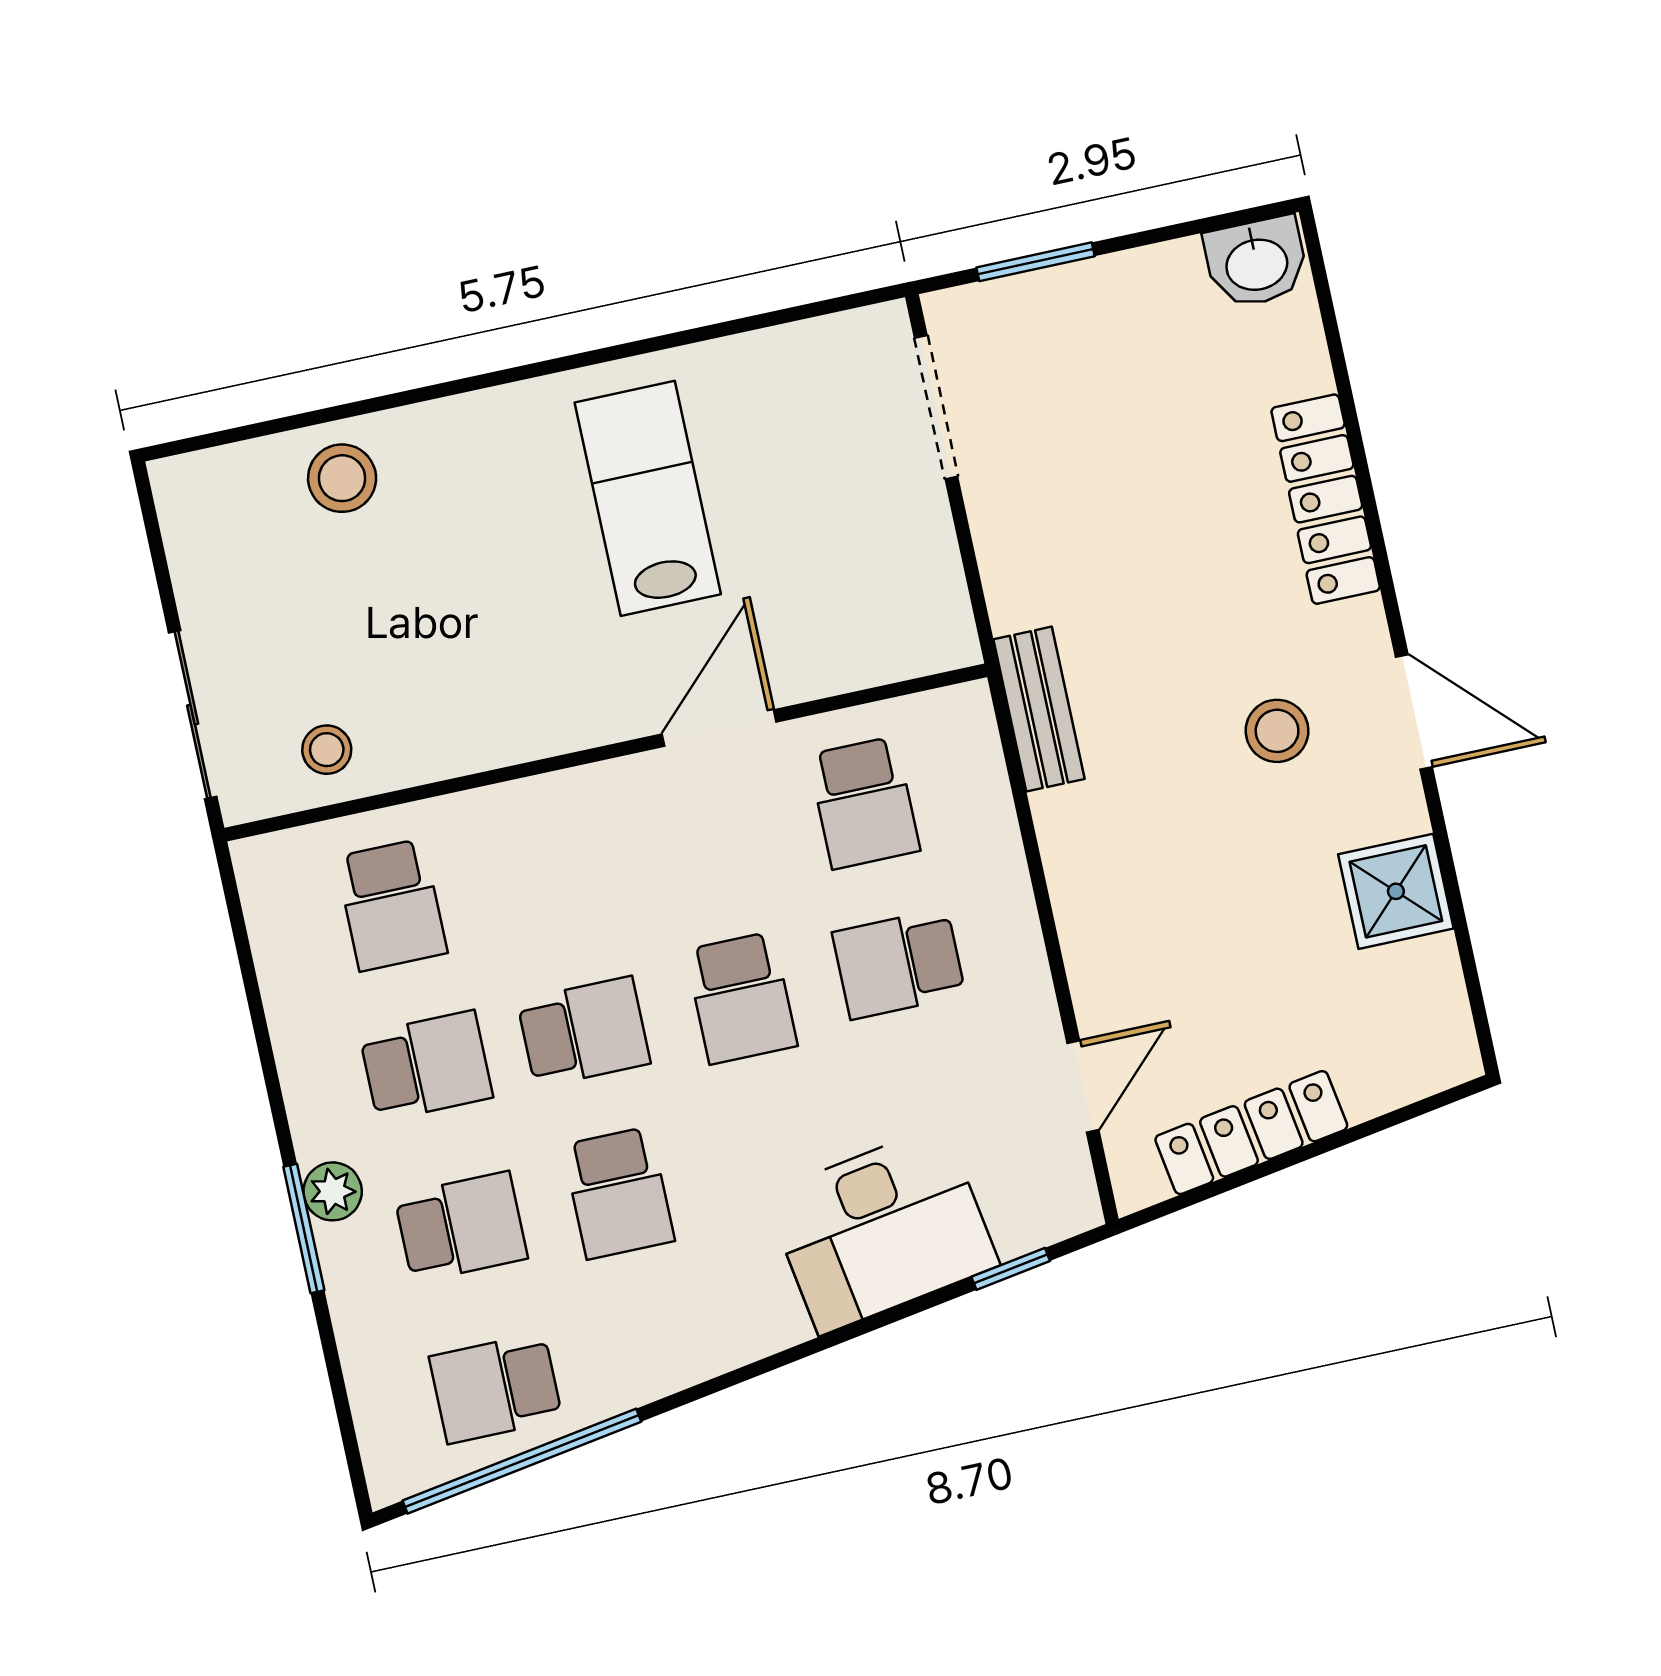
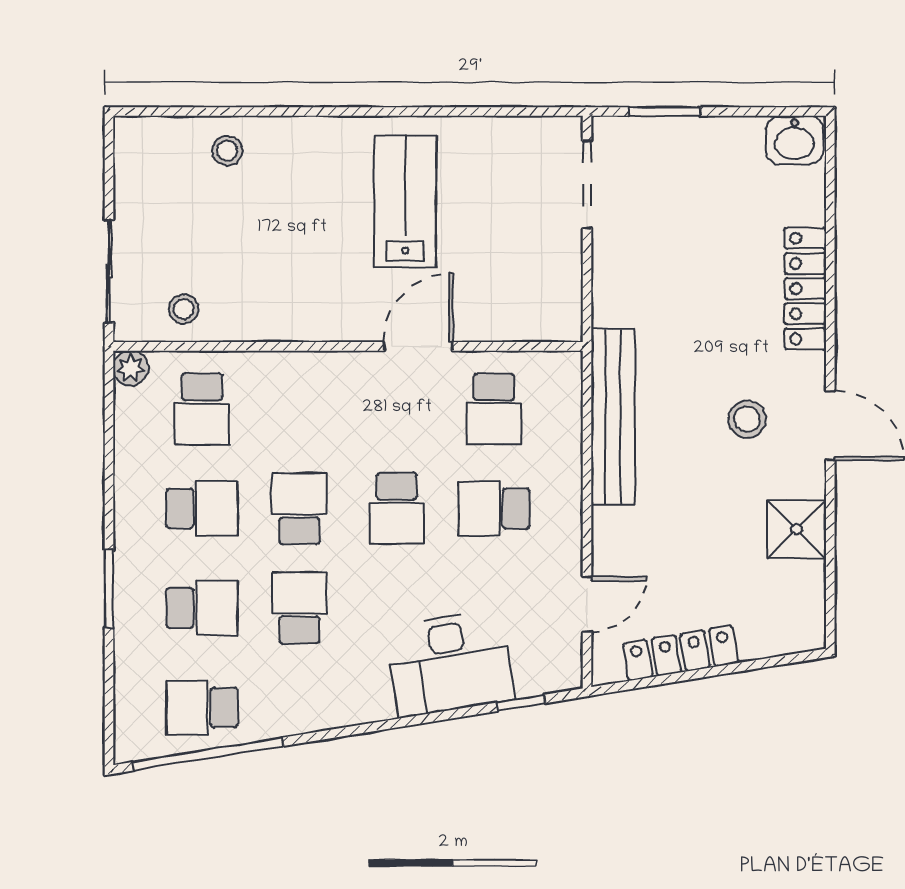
stool: (342, 478) -> (227, 151), width x0.73, depth x0.73
bench: (1039, 709) -> (613, 417), width x1.86, depth x1.21
school desk: (584, 1032) -> (299, 508), turned -90
plant: (333, 1191) -> (131, 368), moved
school desk: (619, 1193) -> (299, 608), turned 180

